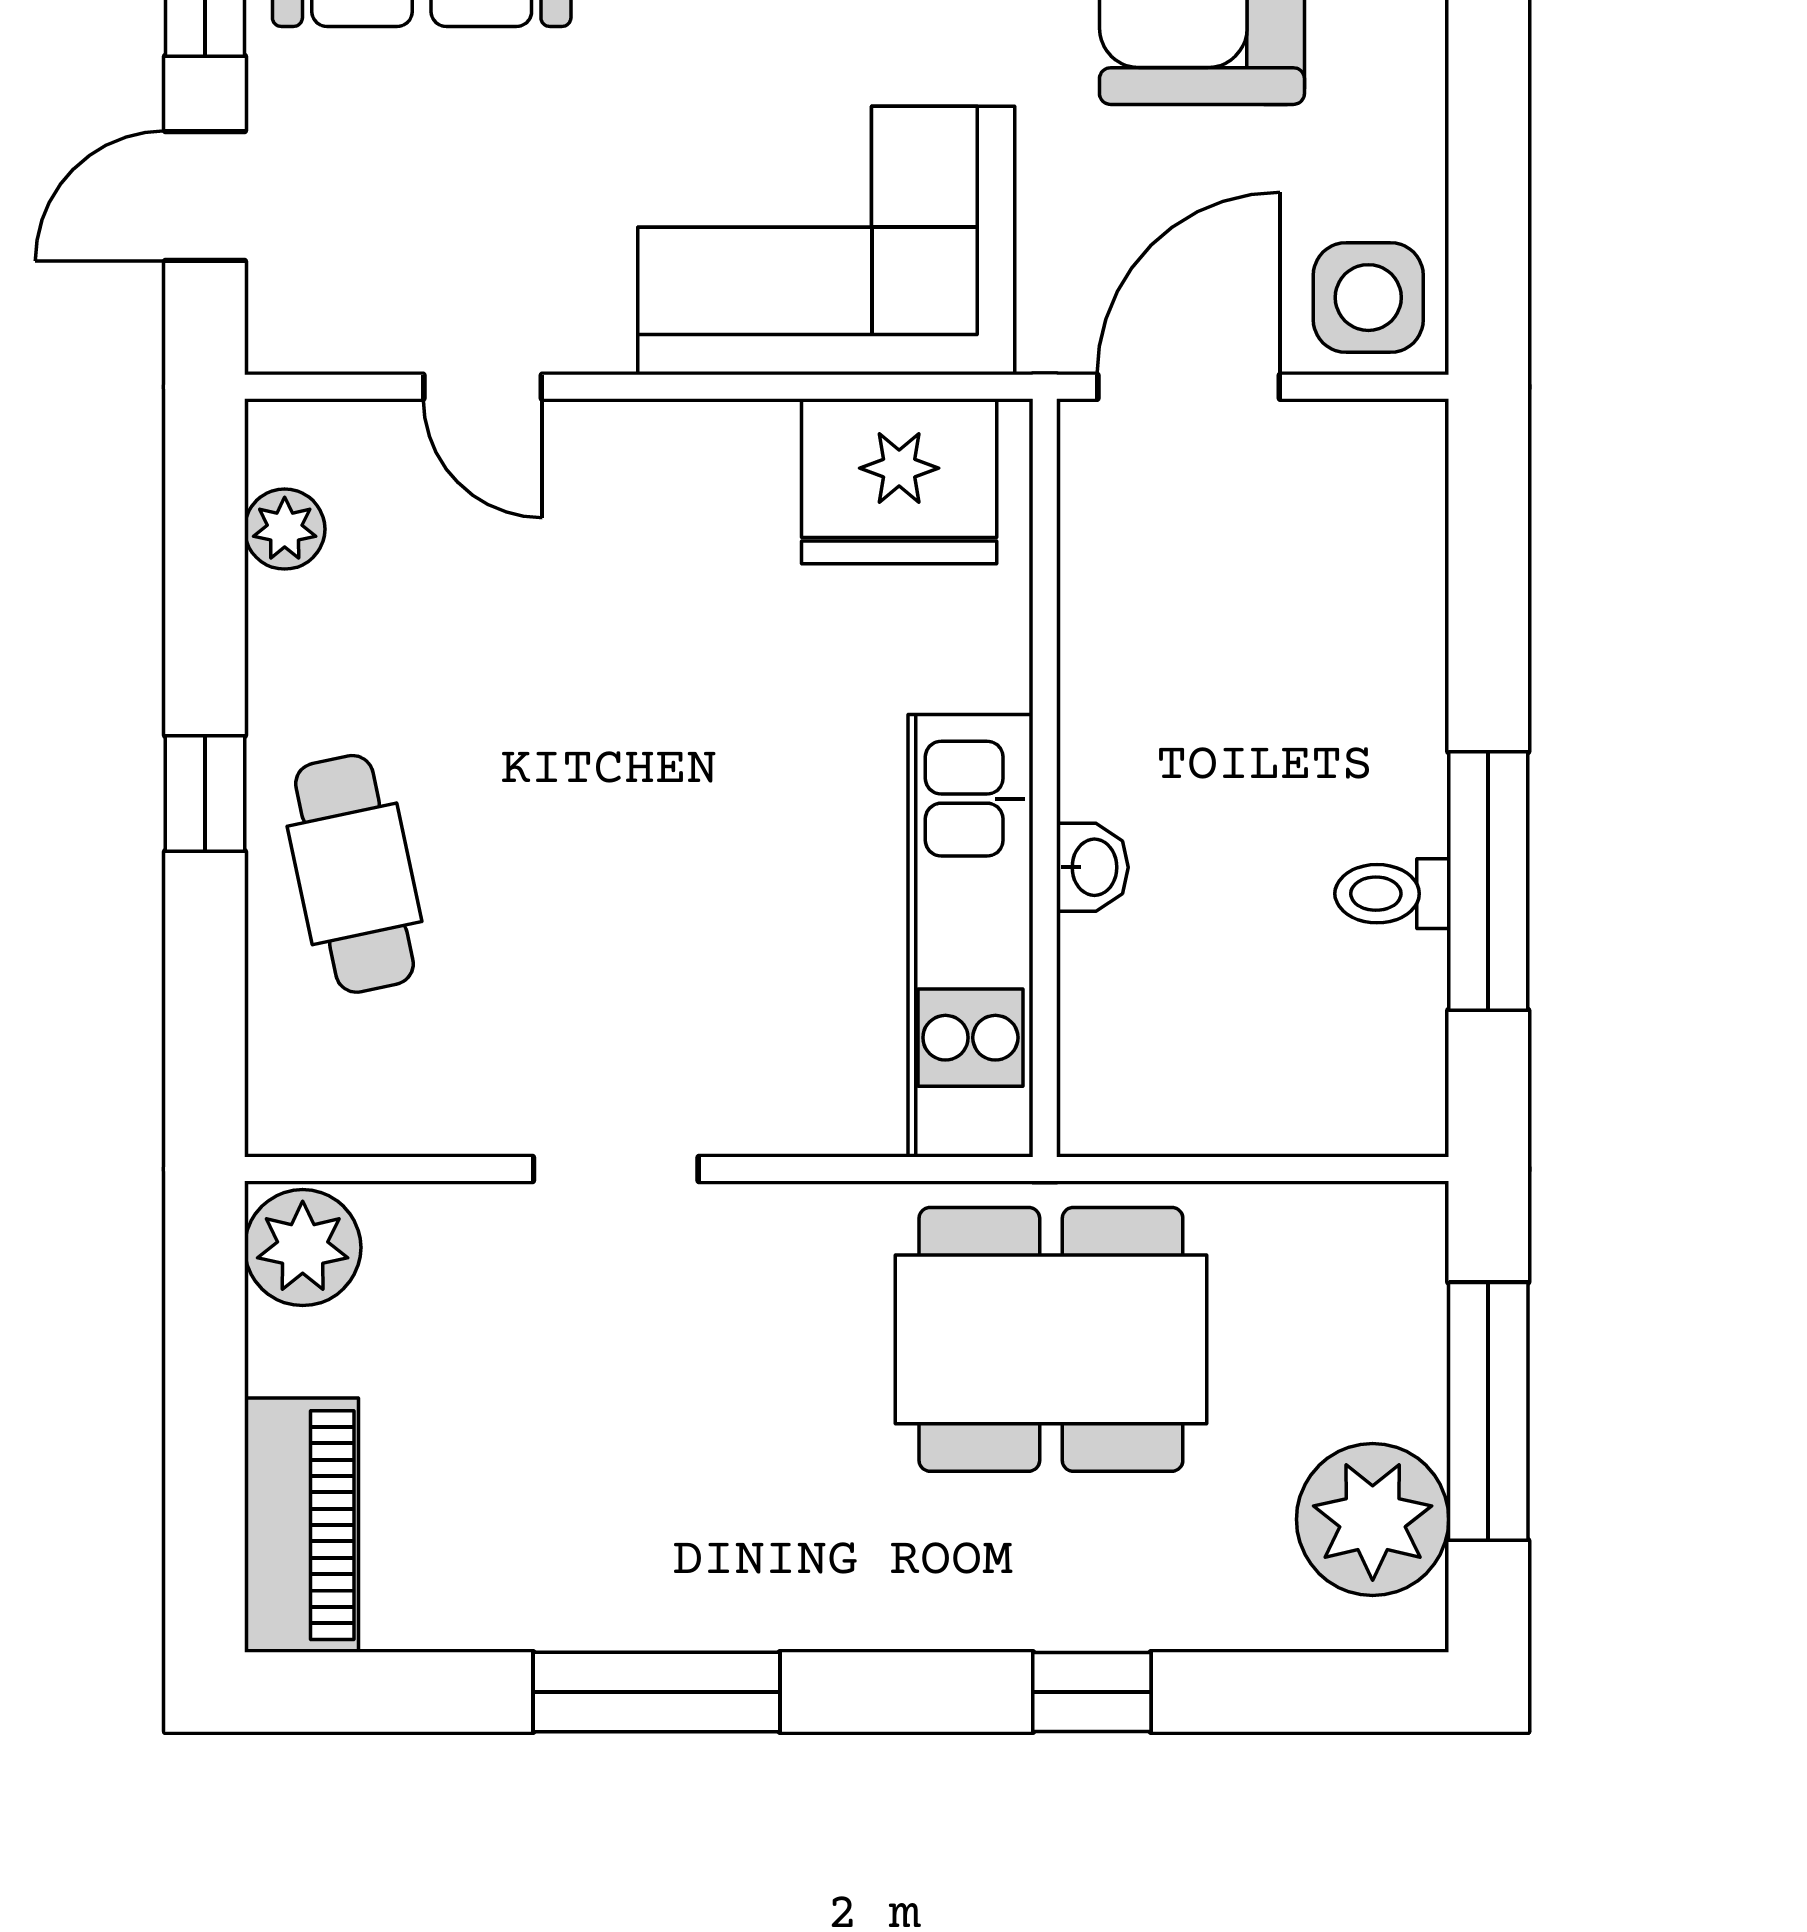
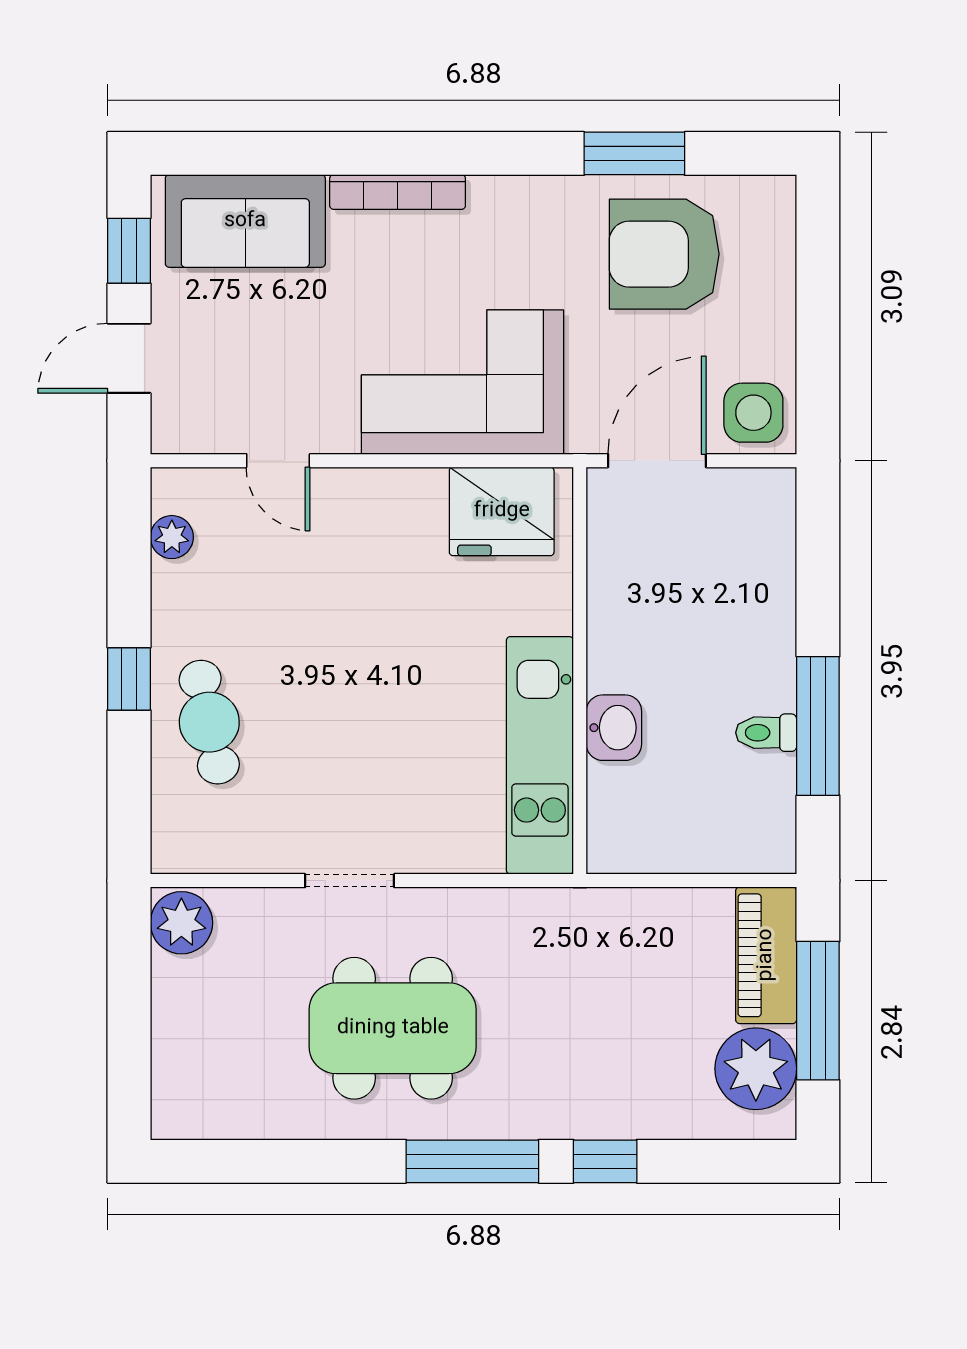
washbasin: (1092, 867) -> (614, 728), width x1.38, depth x1.45
dining table: (1051, 1339) -> (393, 1028), moved
piano: (301, 1525) -> (766, 955), moved, turned 180
window: (656, 1692) -> (472, 1161), moved

